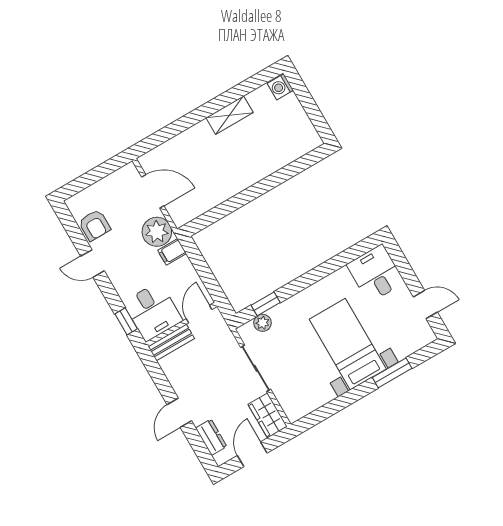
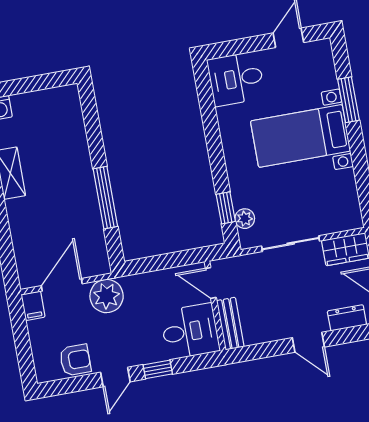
window: (238, 201) -> (105, 198), added
filing cabinet: (172, 252) -> (33, 306), moved
window: (126, 321) -> (158, 369), moved

